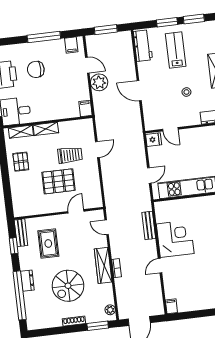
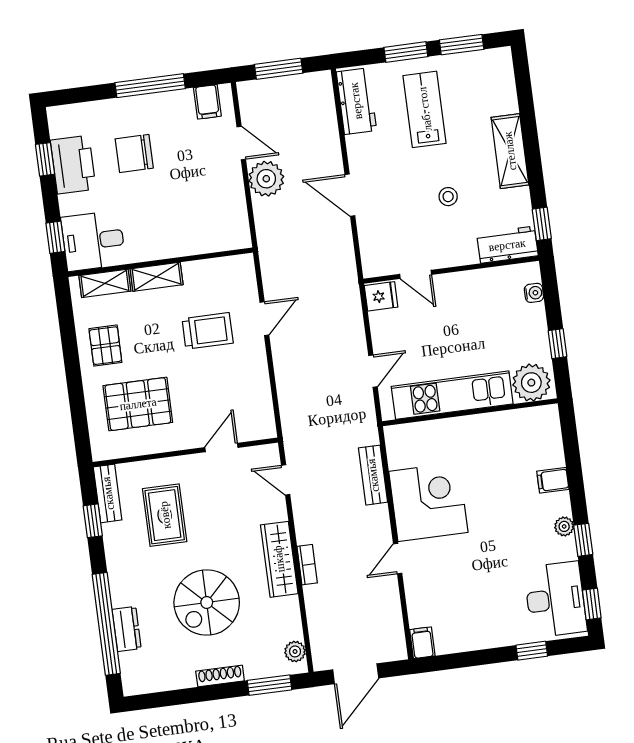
filing cabinet: (85, 108) -> (238, 233), removed
pallet: (59, 181) -> (138, 404), moved
dresser: (27, 281) -> (127, 629), moved

